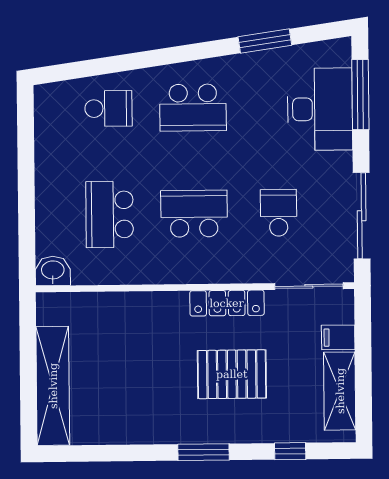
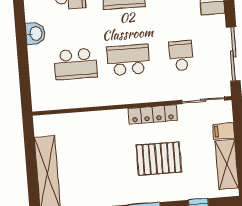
school desk: (110, 215) -> (76, 64), turned -90
washbasin: (53, 271) -> (35, 34), moved, turned 90

